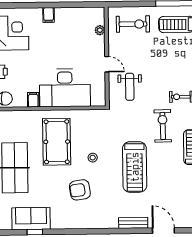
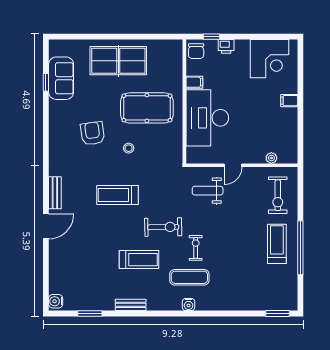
treadmill: (135, 167) -> (118, 195), width x0.73, depth x0.73

